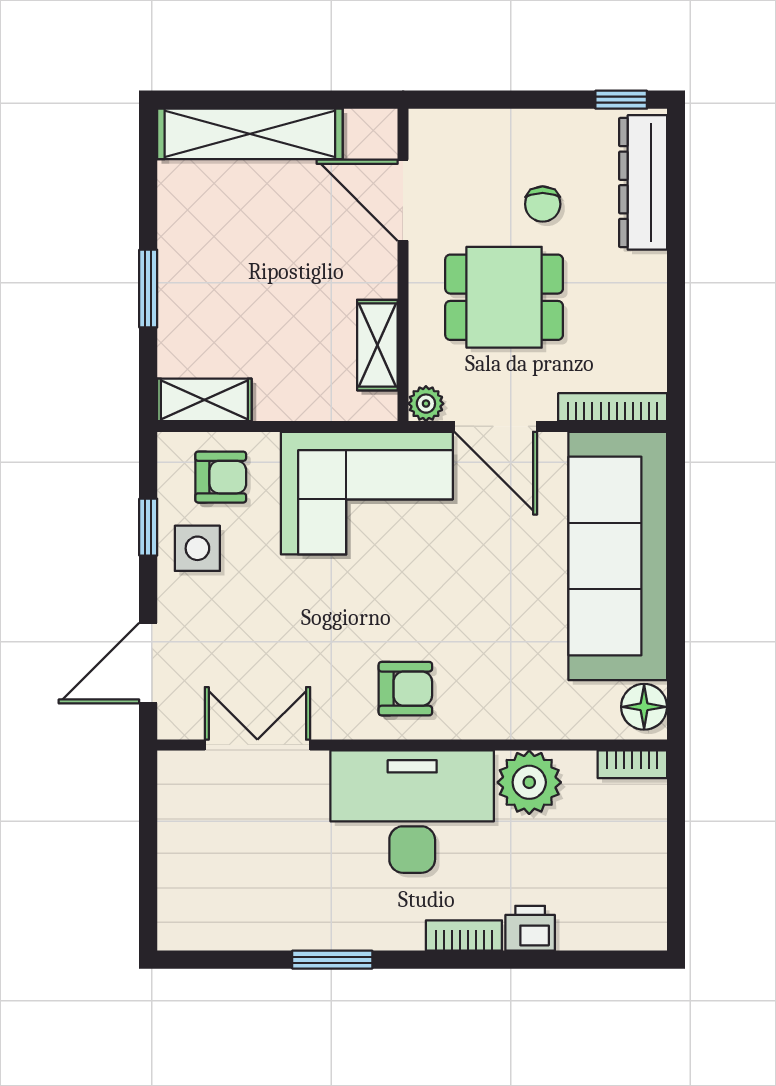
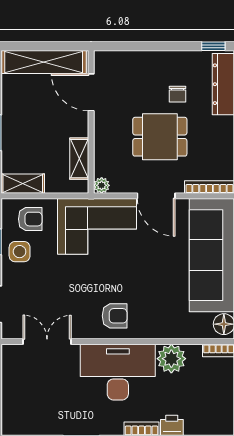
door: (403, 200) -> (91, 92), moved
wall: (403, 265) -> (91, 122), moved
shelving: (377, 345) -> (79, 159), moved
plant: (426, 404) -> (102, 185), moved

